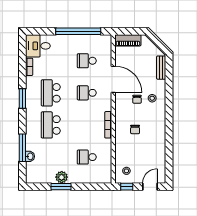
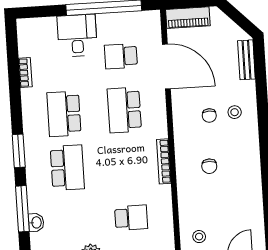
desk: (38, 46) -> (77, 35), moved, turned 90
door: (113, 79) -> (166, 66), moved
school desk: (87, 93) -> (124, 110), width x1.85
window: (22, 99) -> (19, 151), moved
school desk: (51, 125) -> (67, 168), turned 180
school desk: (87, 157) -> (131, 218), turned 180

